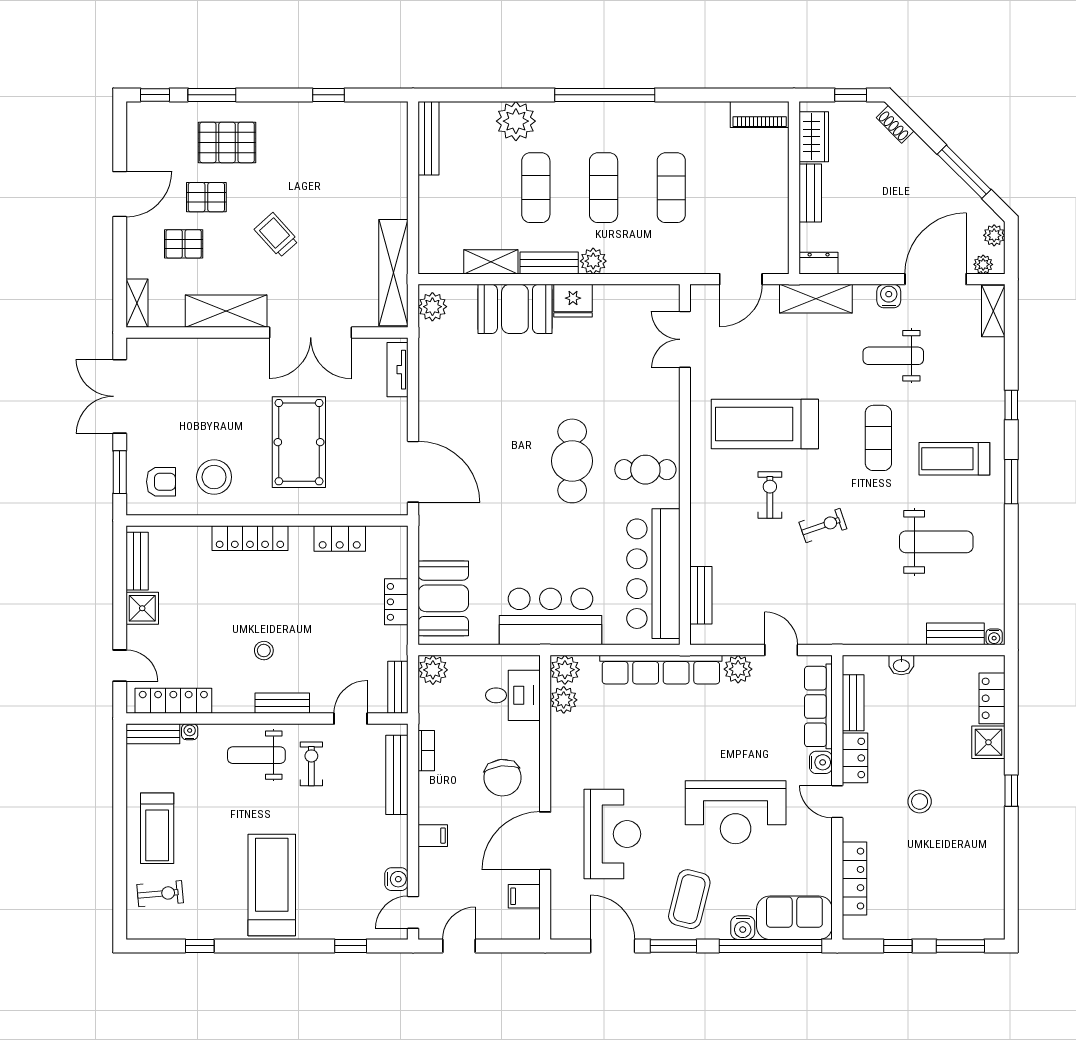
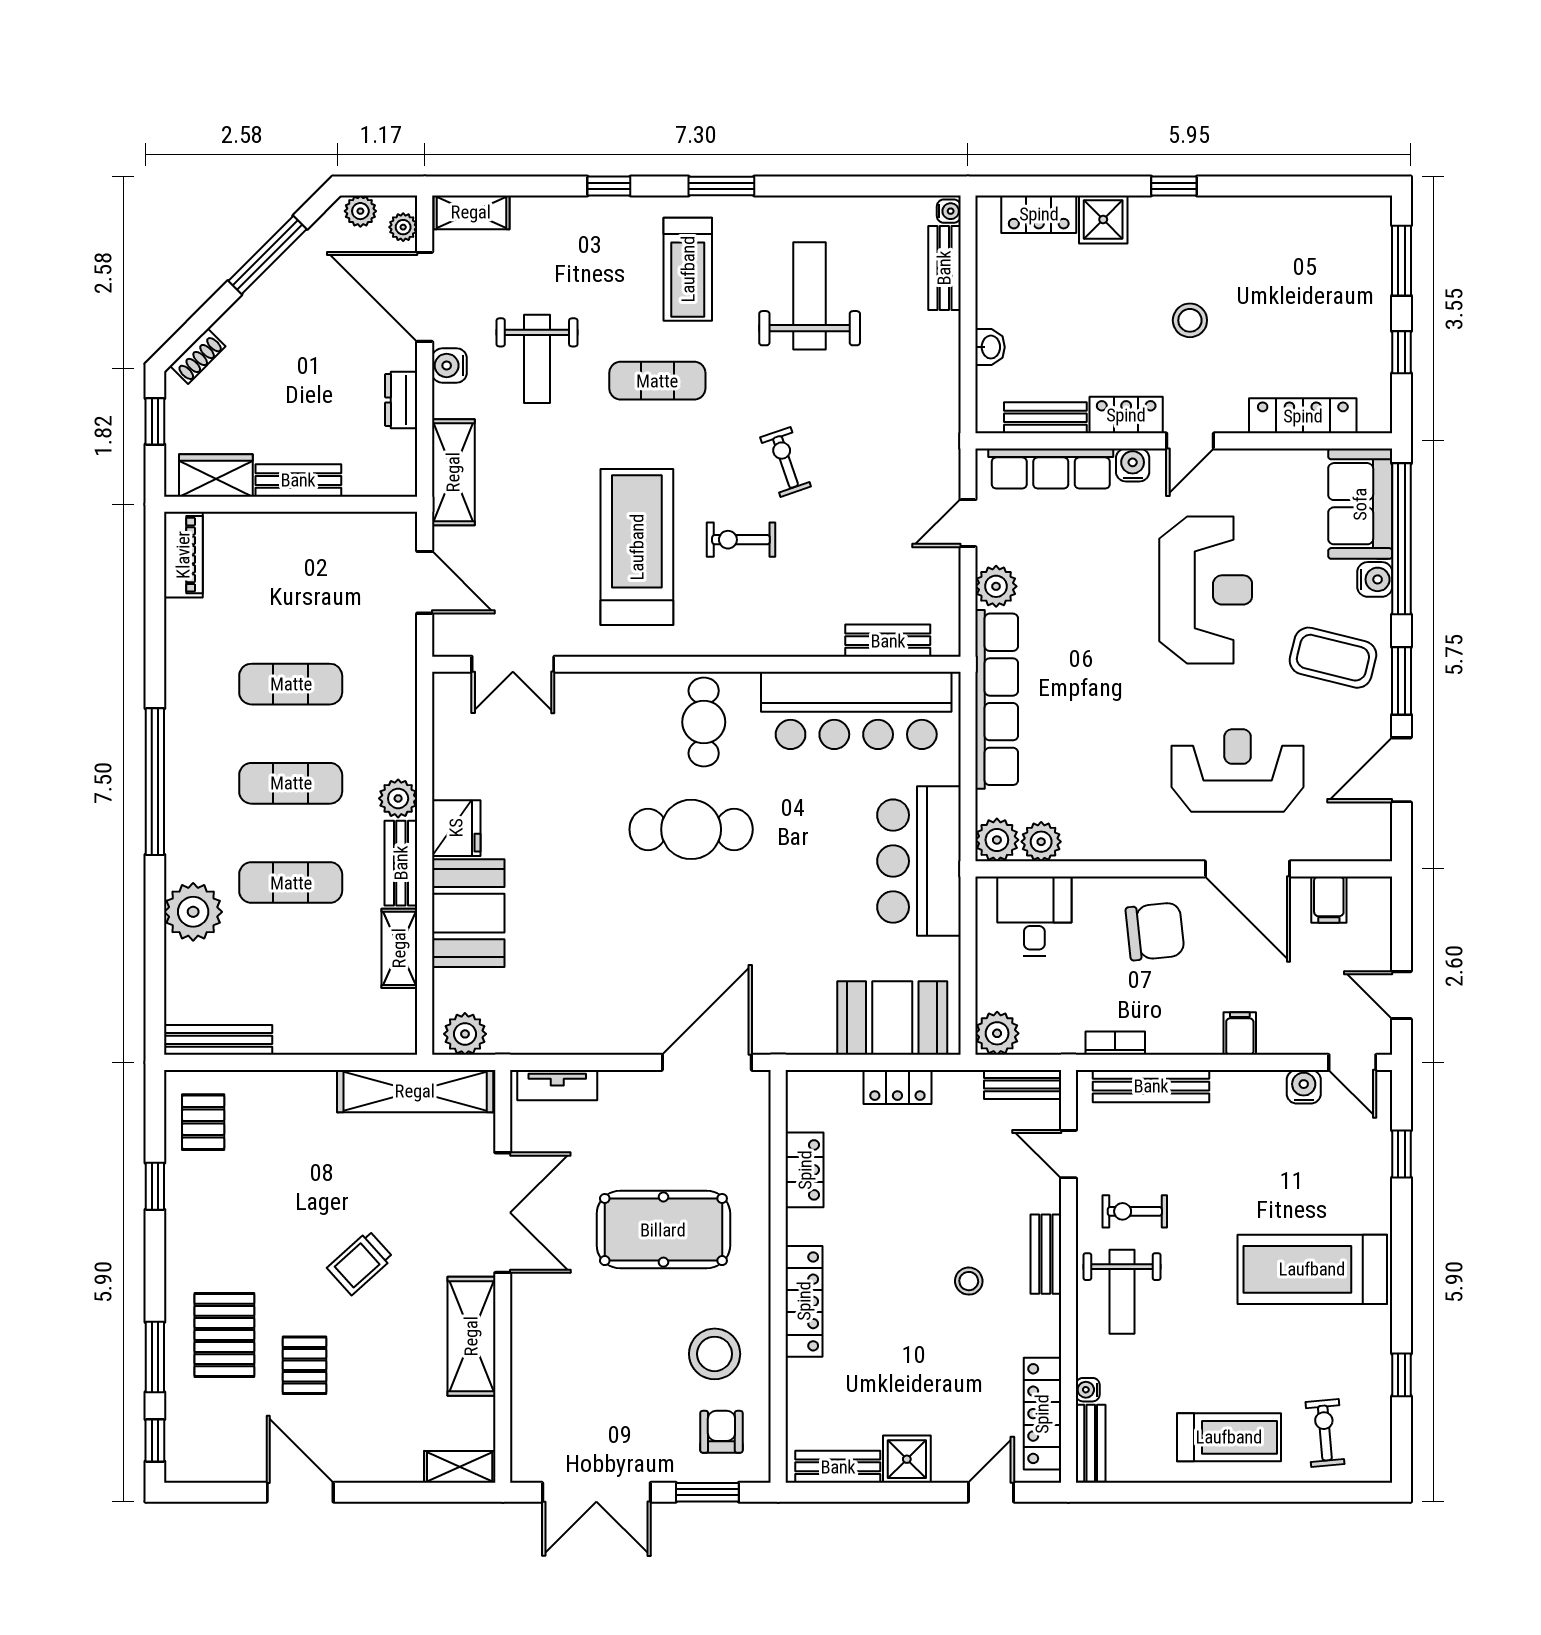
pallet: (184, 244) -> (203, 1122), moved
dresser: (819, 263) -> (401, 400), moved
treadmill: (765, 424) -> (637, 547), turned 180

